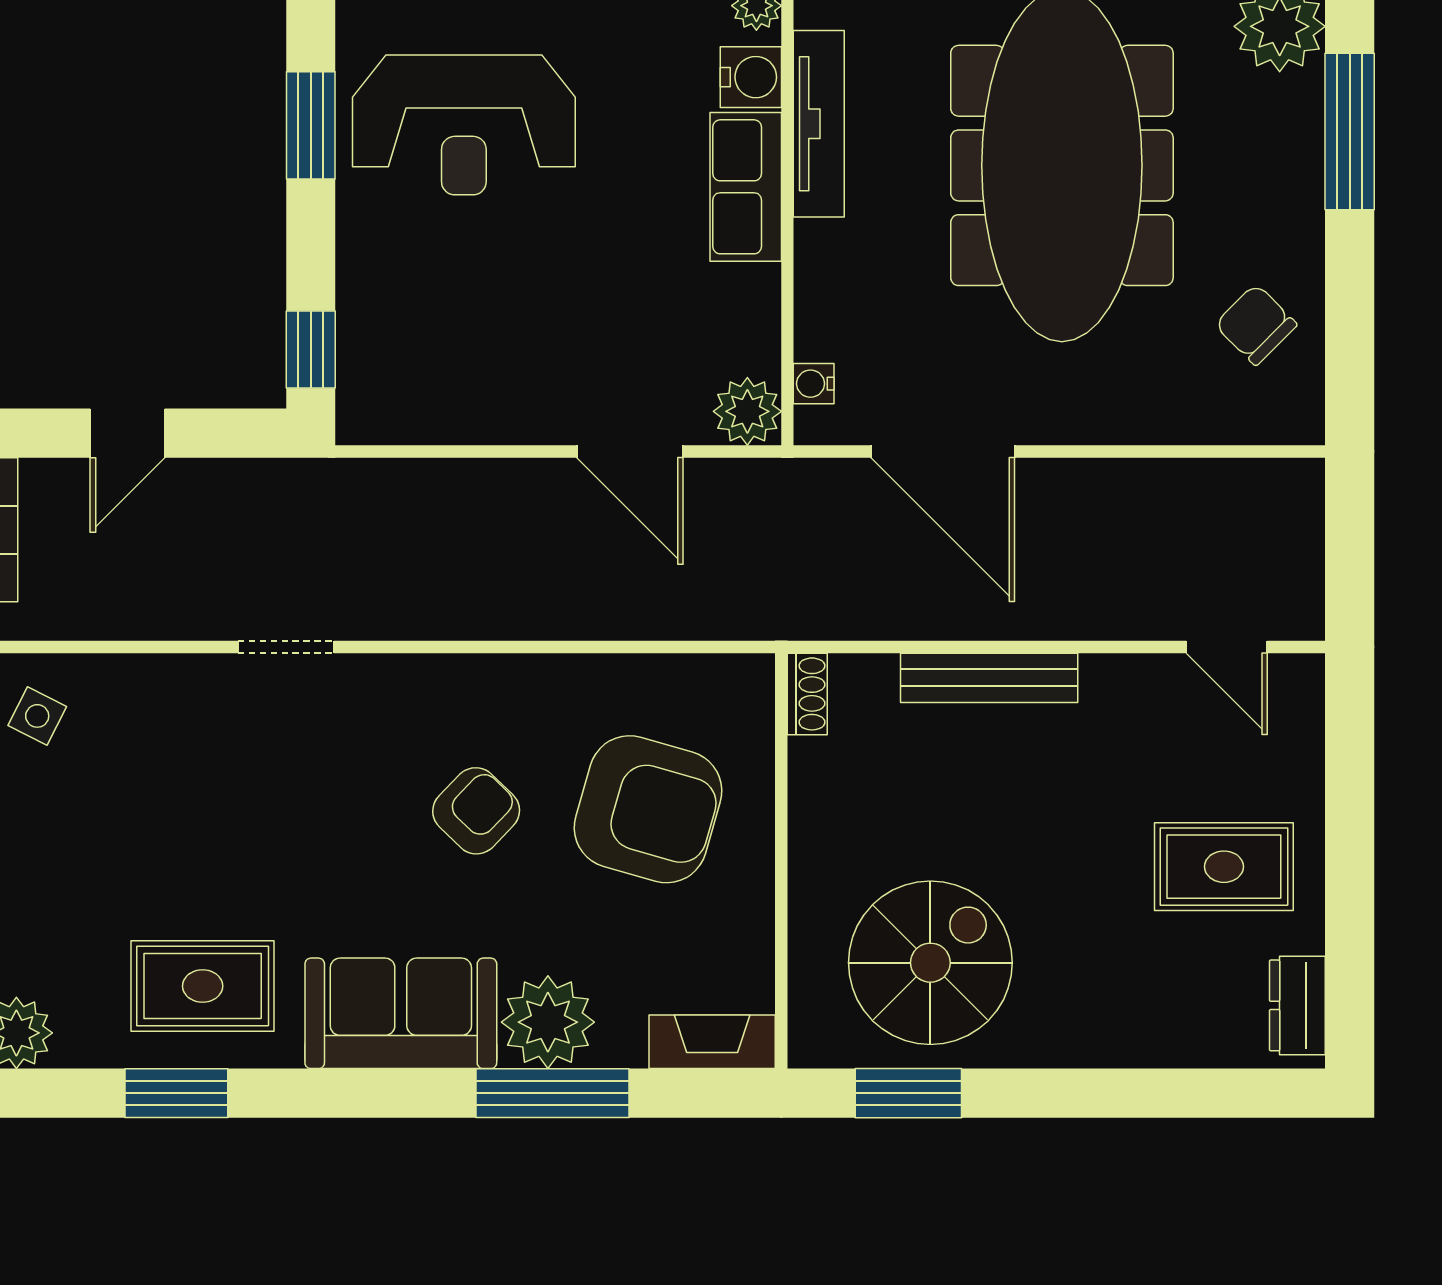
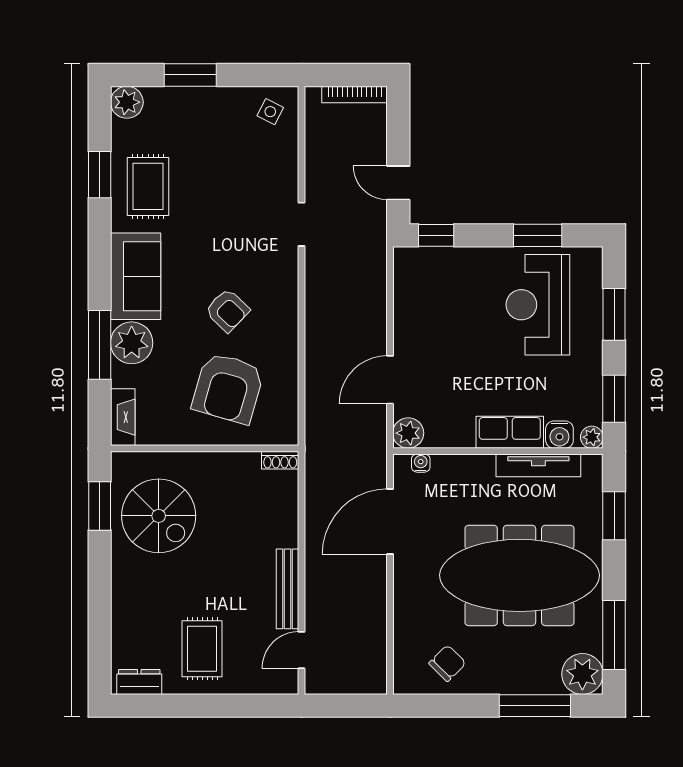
door: (127, 433) -> (398, 183), moved
bench: (989, 678) -> (288, 589), moved

